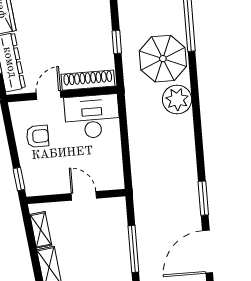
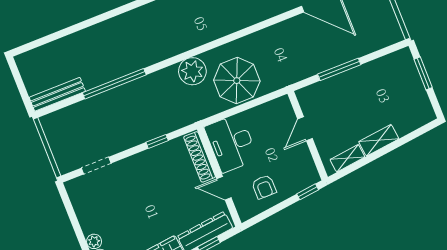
parasol: (163, 59) -> (237, 81), moved
armchair: (38, 136) -> (264, 187), turned 180
window: (203, 198) -> (274, 20), removed

